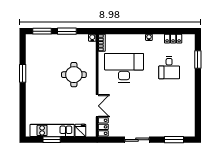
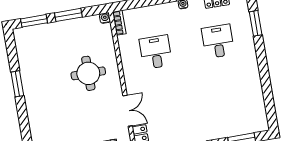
desk: (124, 68) -> (156, 52), width x0.53, depth x0.77
desk: (169, 68) -> (218, 41), turned 180

